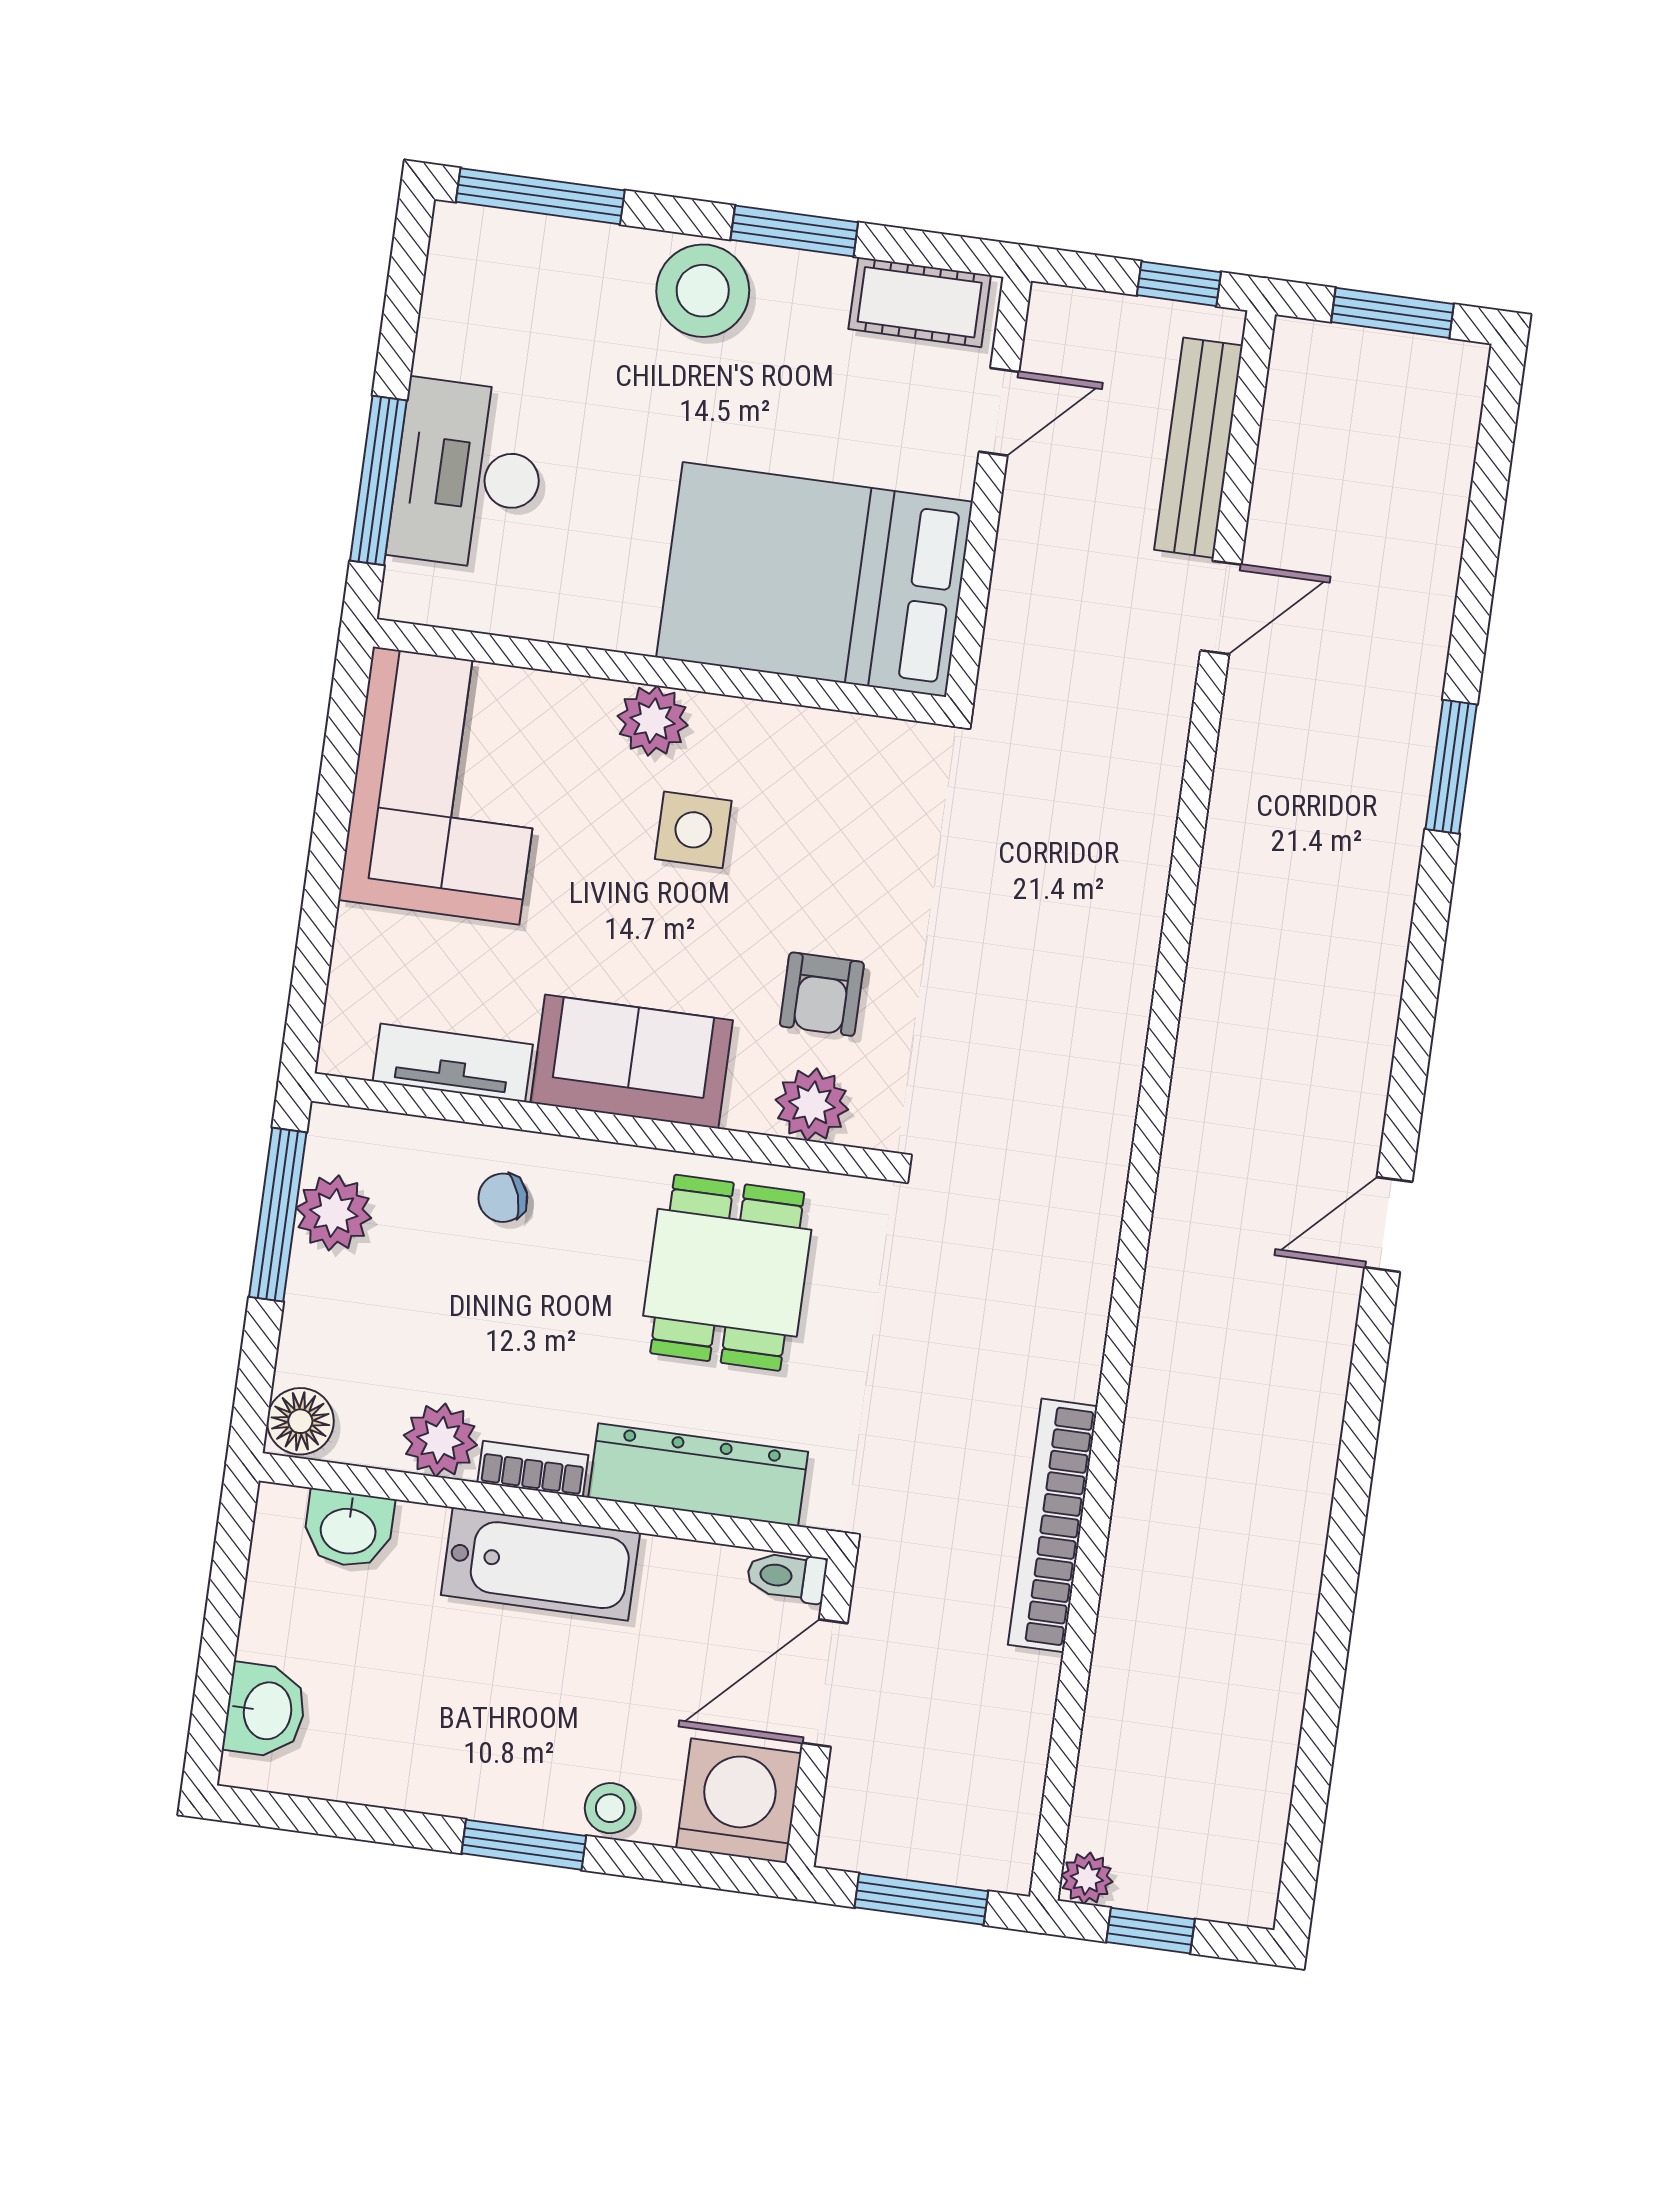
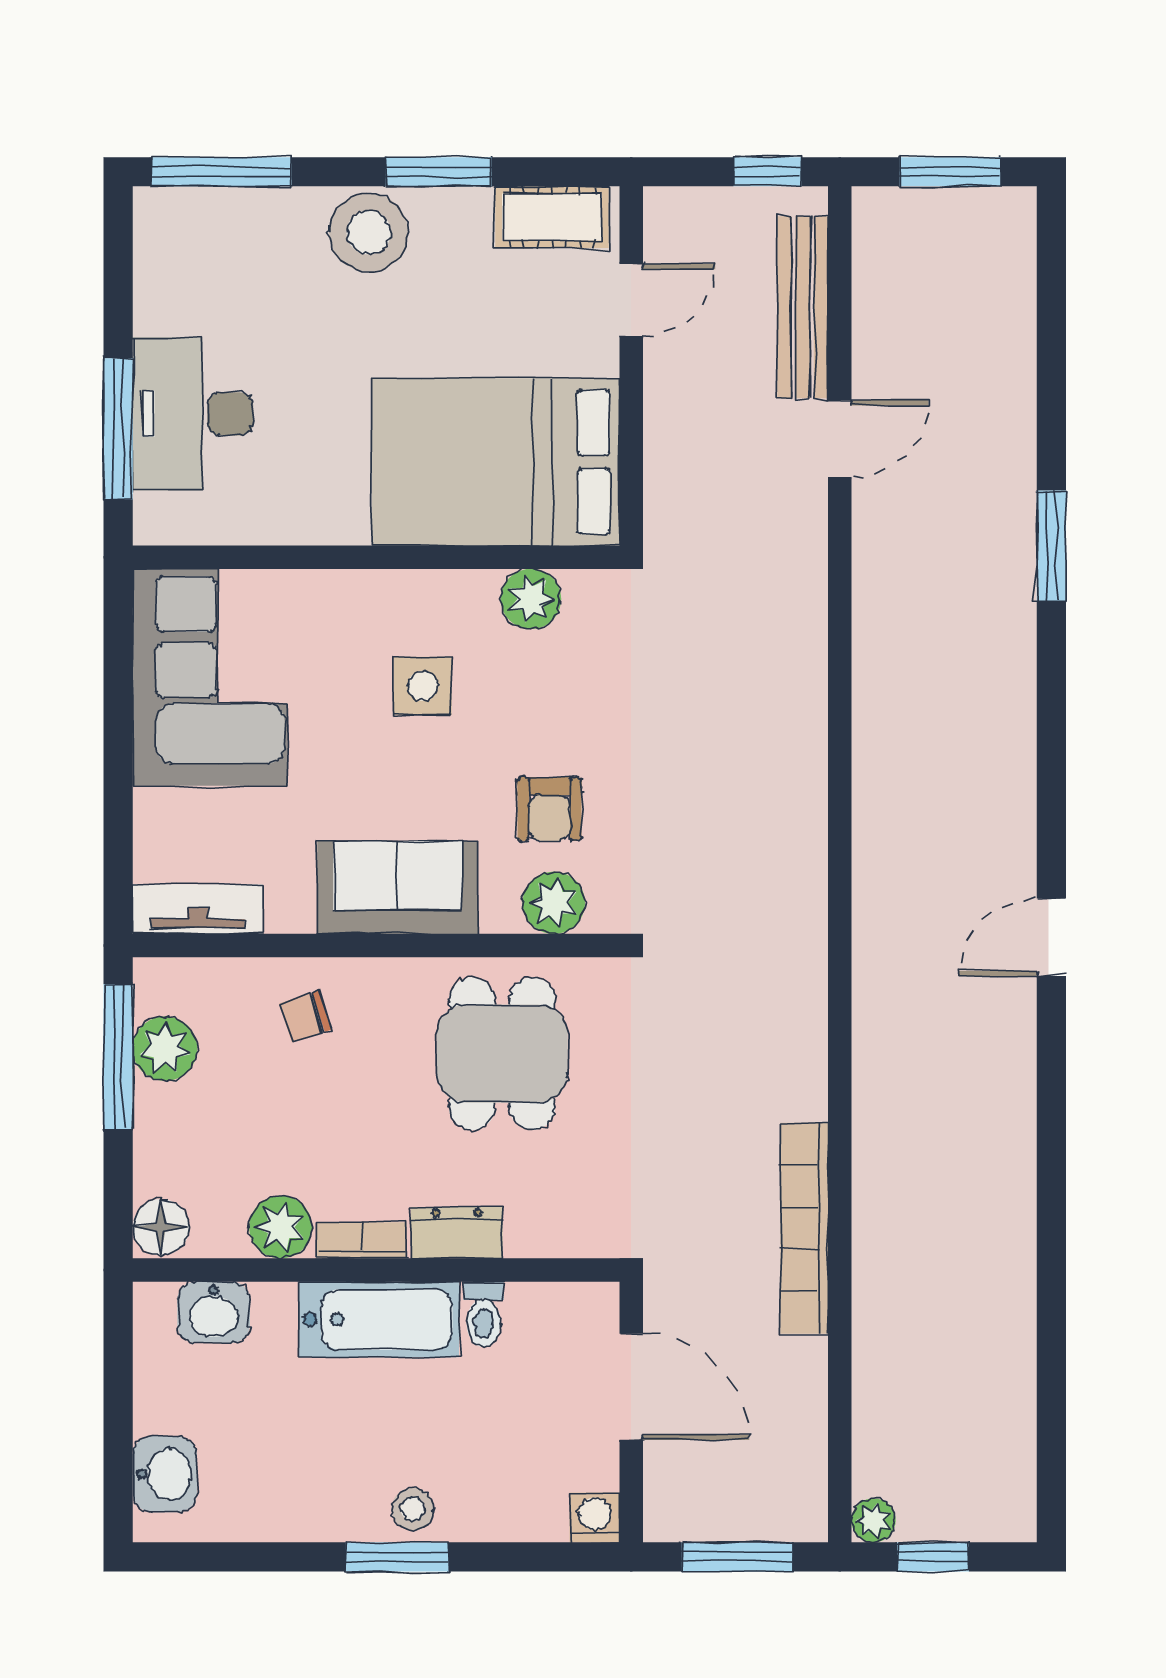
plant: (653, 721) -> (531, 599), moved
tv unit: (453, 1063) -> (198, 909), moved
dresser: (698, 1475) -> (457, 1233), width x0.51, depth x0.80
toilet: (787, 1577) -> (484, 1314), moved, turned -90
door: (825, 1683) -> (631, 1387), swing flipped
washing machine: (739, 1801) -> (595, 1518), width x0.53, depth x0.53
stool: (610, 1808) -> (413, 1509), moved

